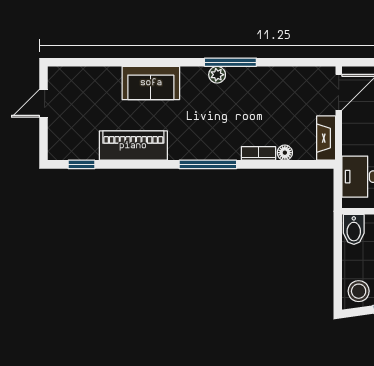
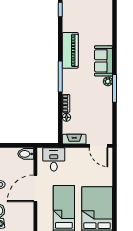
sofa: (151, 83) -> (103, 61), moved
piano: (133, 146) -> (70, 50), moved

